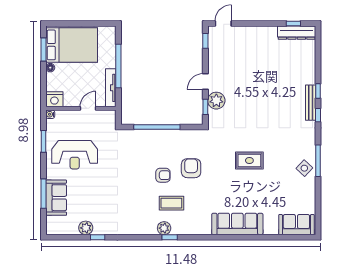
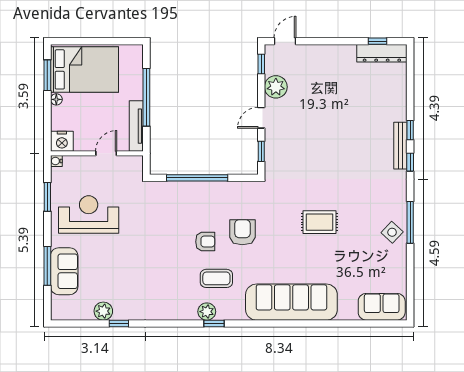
plant: (216, 101) -> (276, 87), moved
reception desk: (75, 155) -> (89, 215), turned 180
sofa: (237, 224) -> (291, 302), width x1.36, depth x1.27

